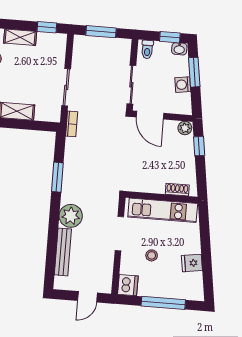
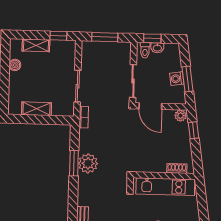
window: (170, 37) -> (152, 38), moved
washbasin: (179, 49) -> (157, 48), moved
window: (194, 72) -> (187, 79), moved
plant: (71, 216) -> (88, 163), moved

